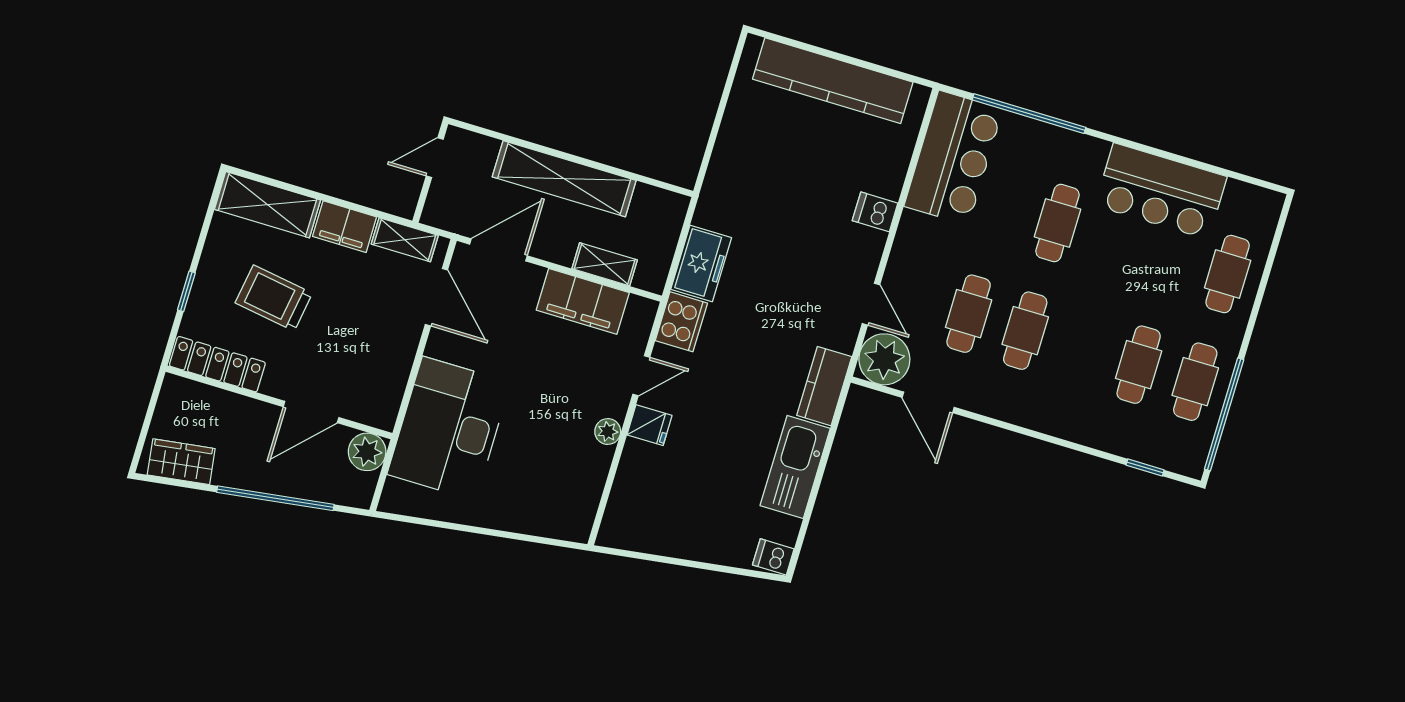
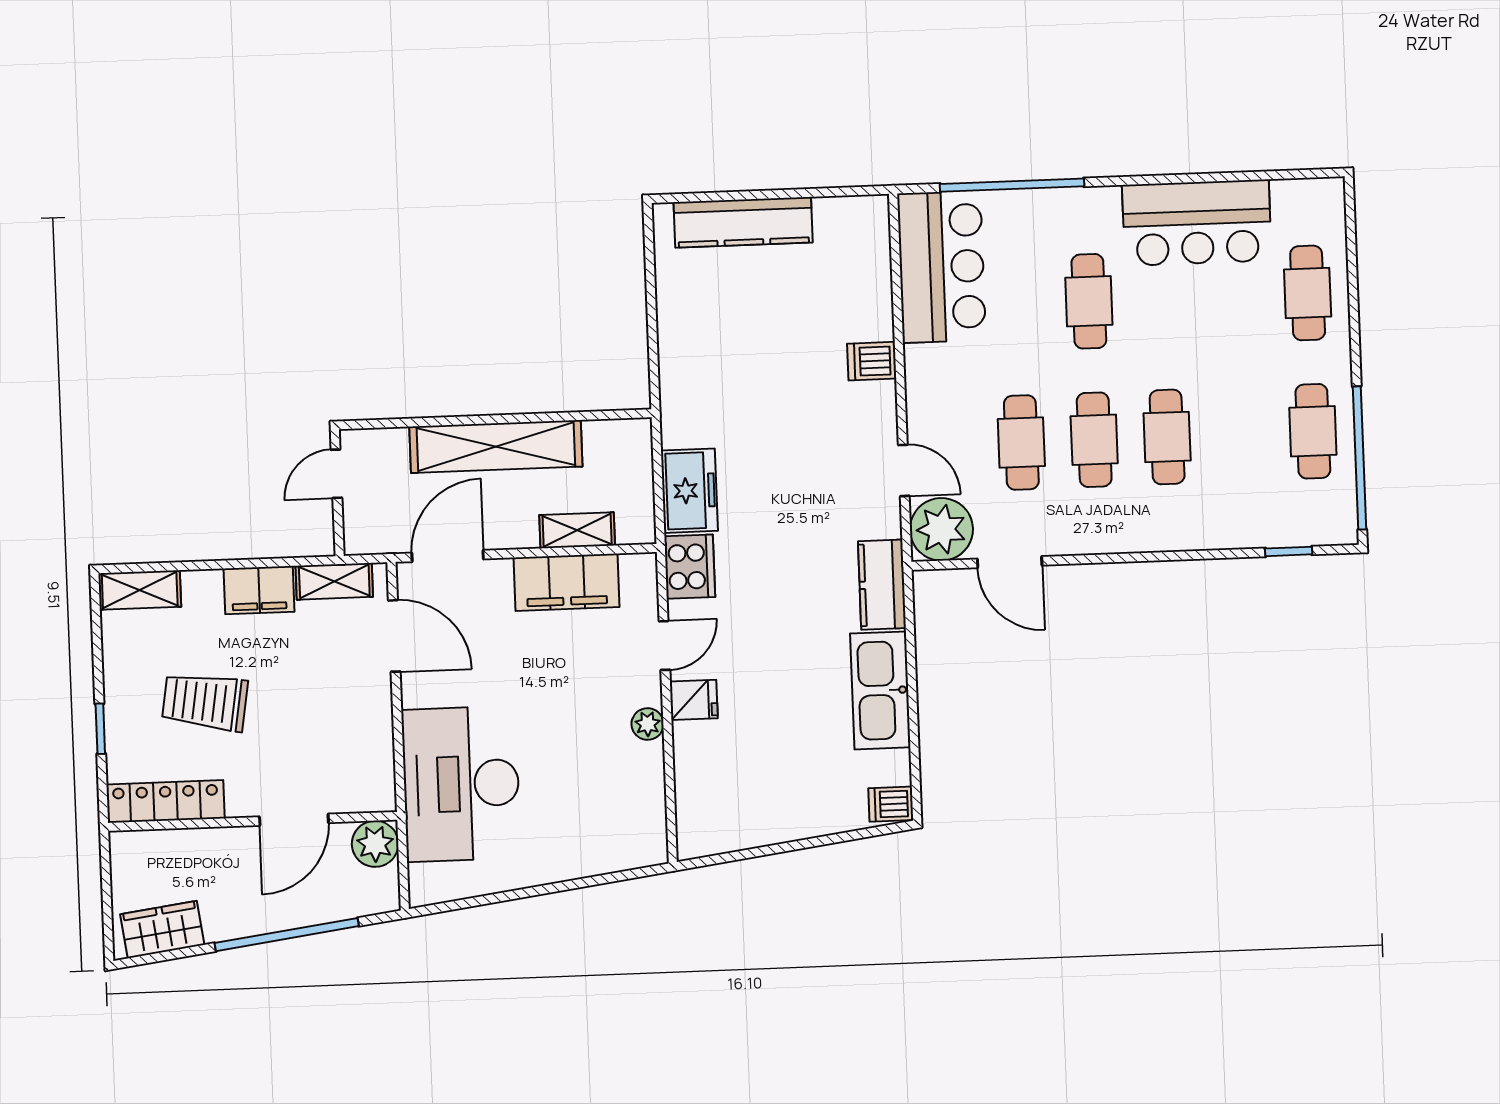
kitchen counter: (833, 81) -> (743, 222), width x0.72, depth x0.86
shelving: (267, 205) -> (140, 590), width x0.67, depth x0.75
cafe table: (1139, 365) -> (1167, 437), moved

